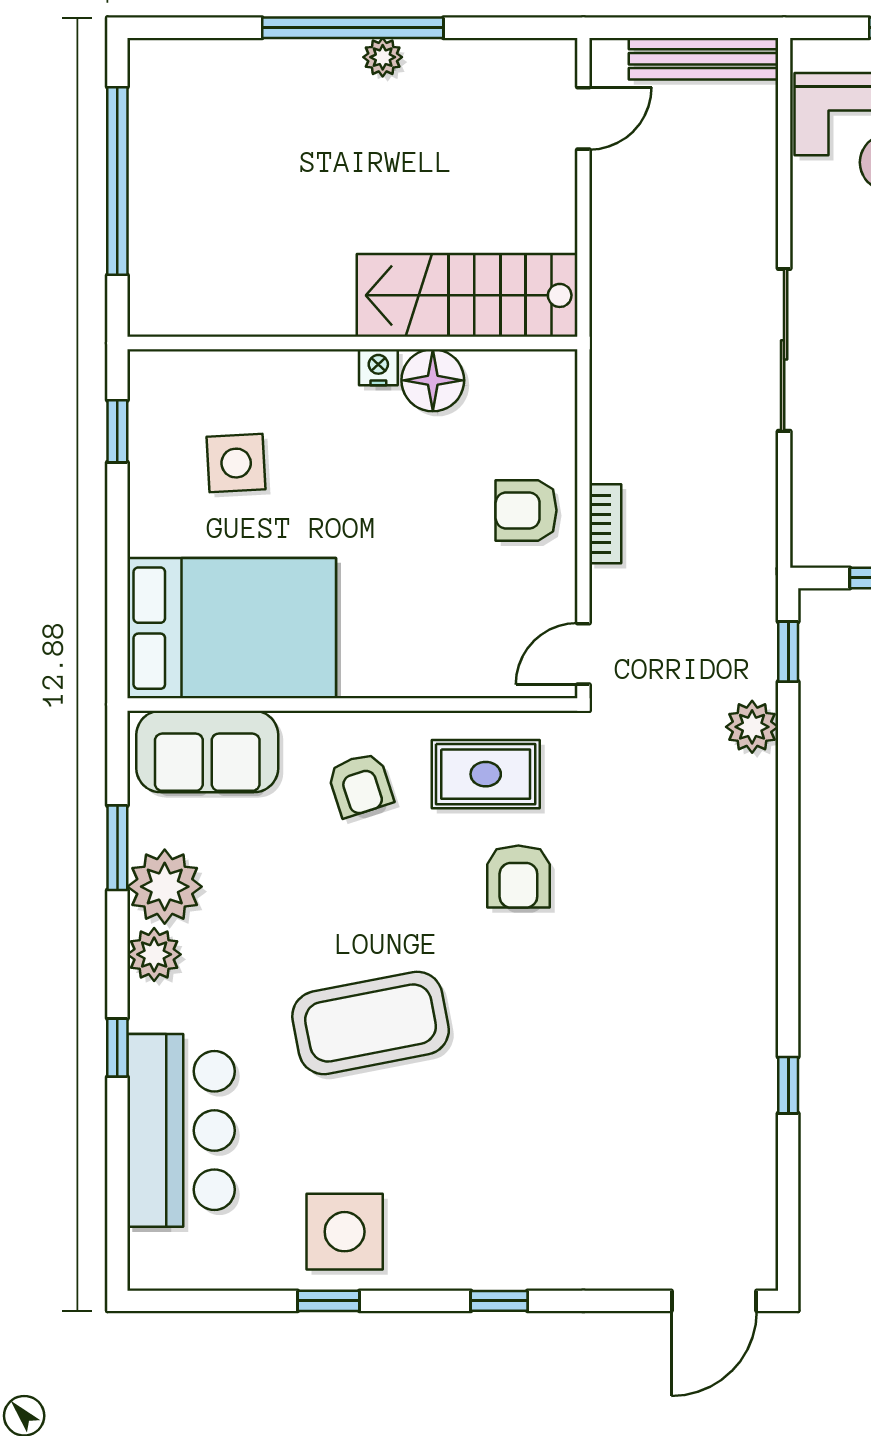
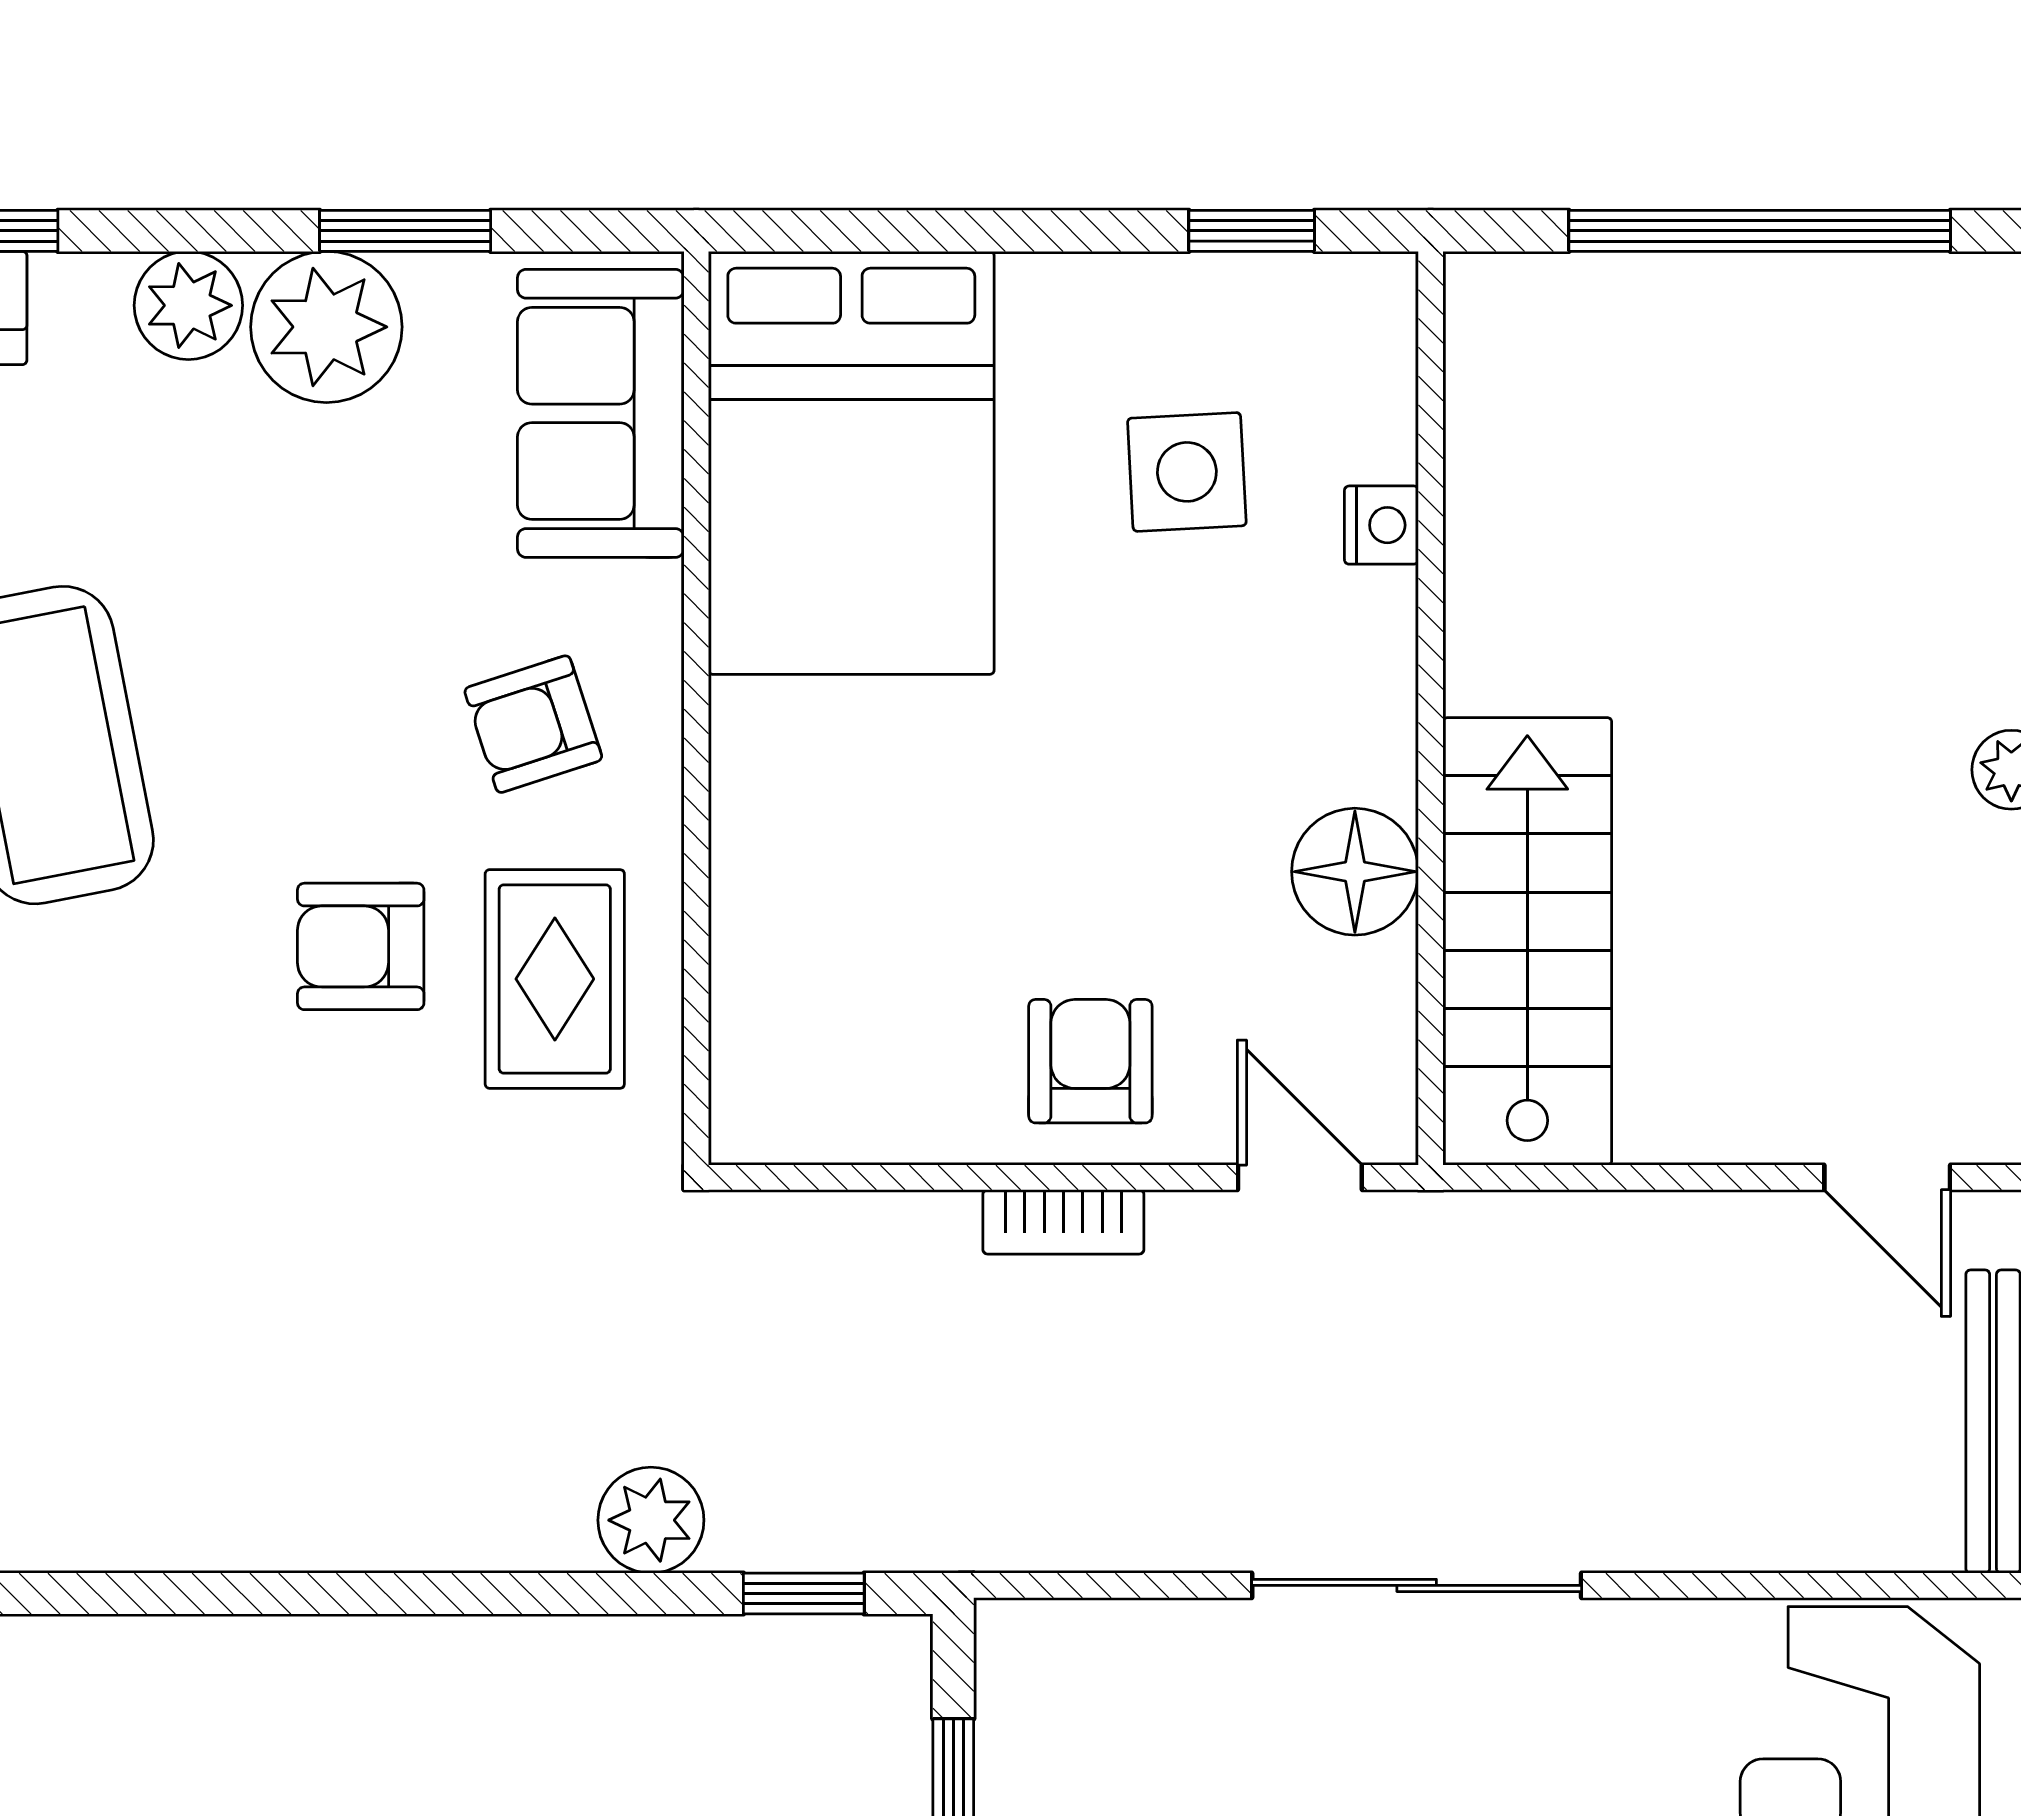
nightstand: (378, 367) -> (1381, 525), moved
door: (583, 654) -> (1300, 1177), moved
armchair: (518, 877) -> (361, 946), moved

